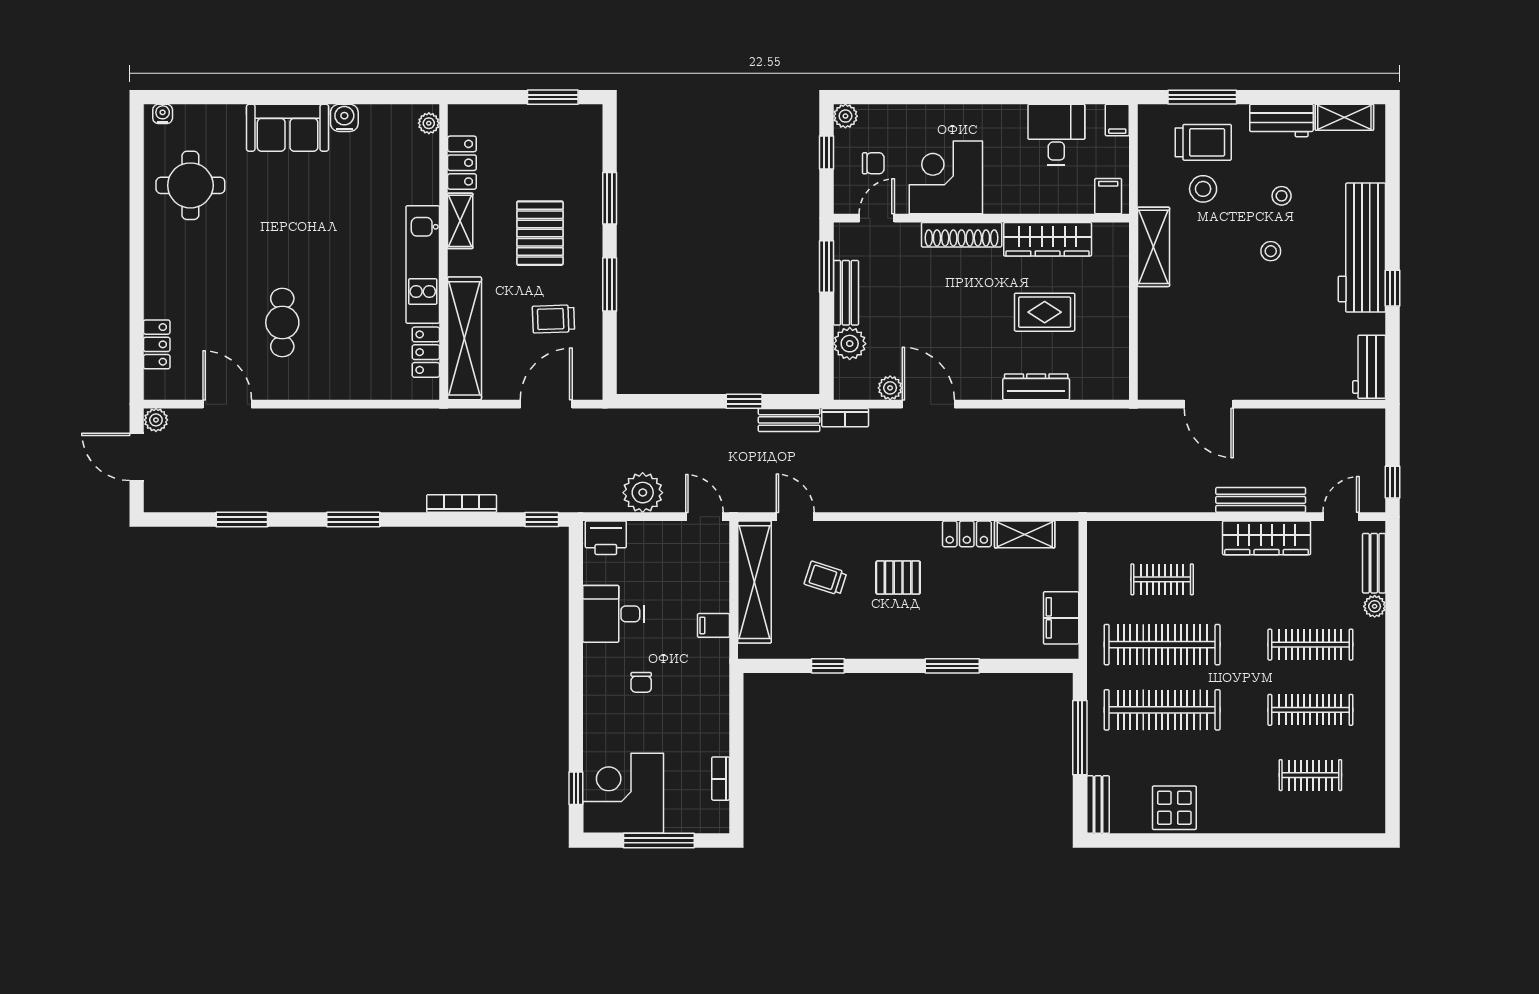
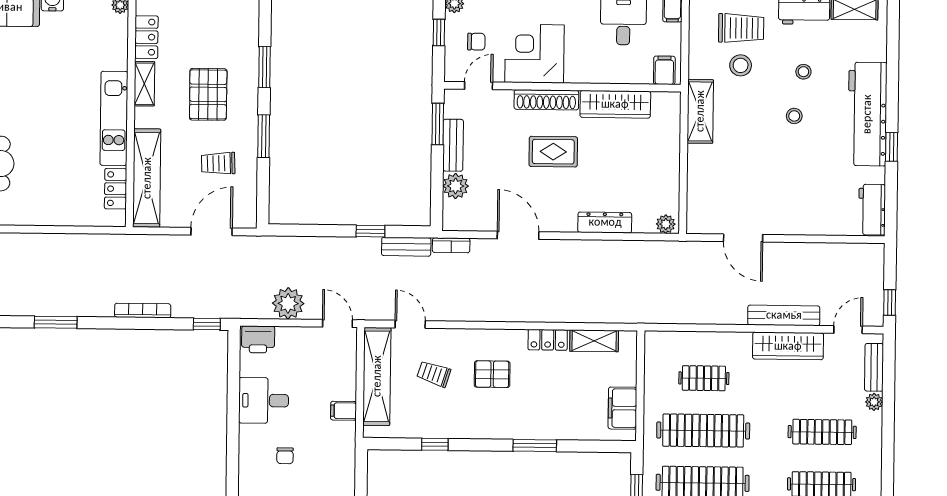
rug: (1045, 312) -> (553, 152), moved
plant: (890, 388) -> (666, 224), moved

